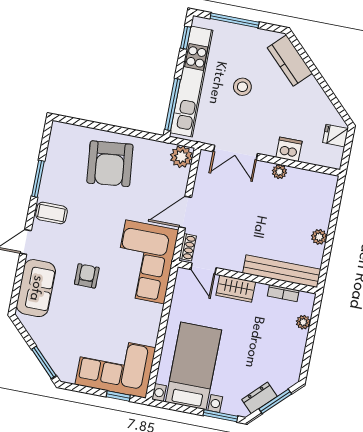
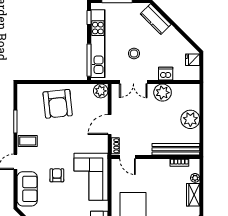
stool: (242, 87) -> (134, 53), moved
plant: (279, 172) -> (163, 93), width x1.88, depth x1.88
plant: (319, 237) -> (190, 119), width x1.87, depth x1.87
corner sofa: (145, 262) -> (91, 177), moved
wardrobe: (236, 289) -> (193, 195), moved, turned 90

